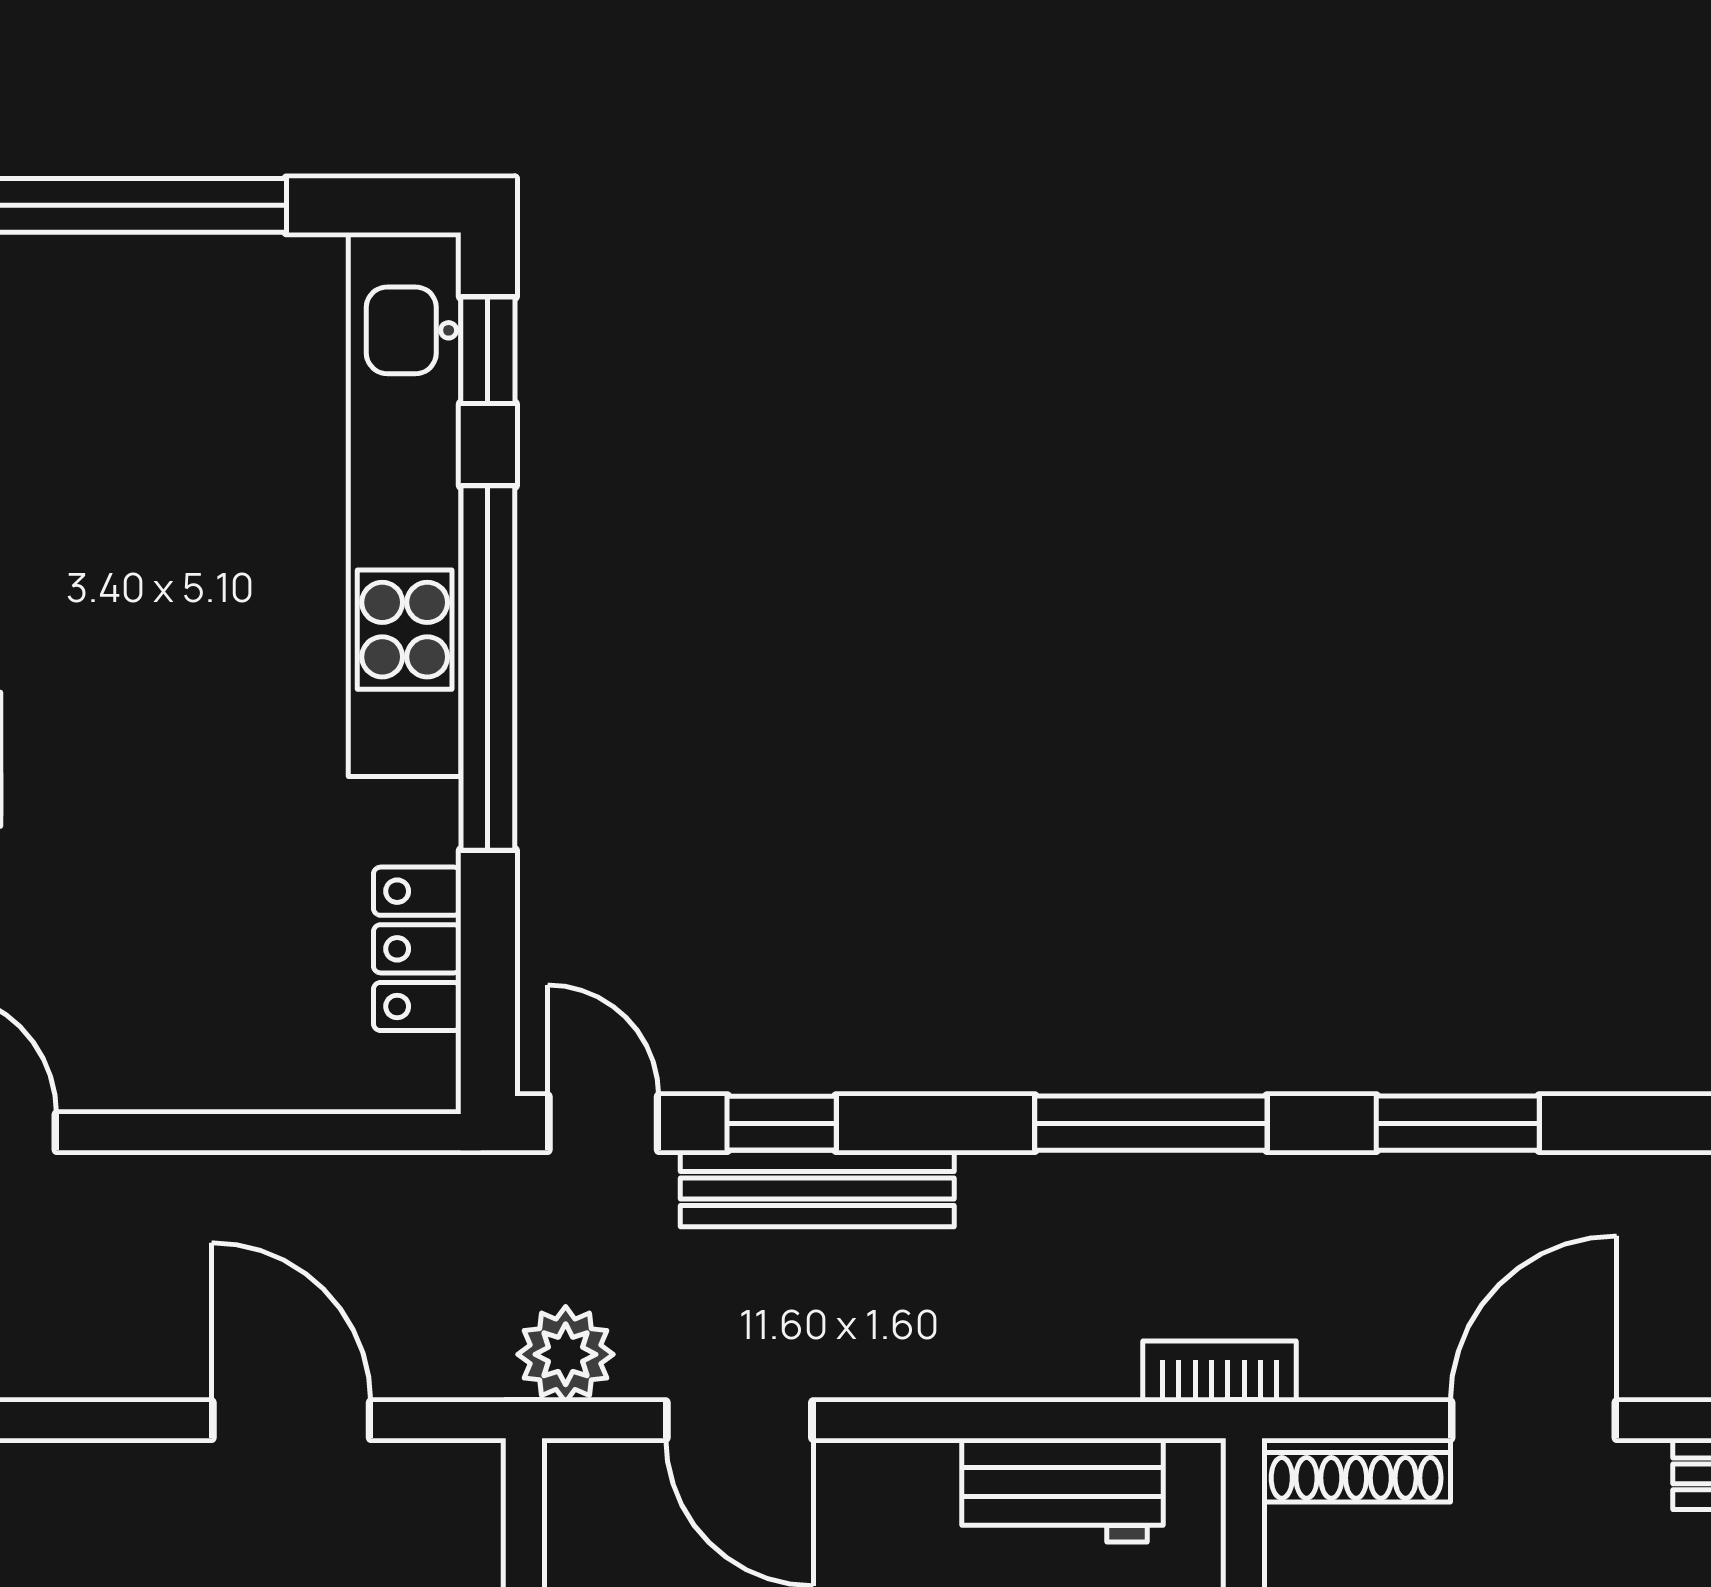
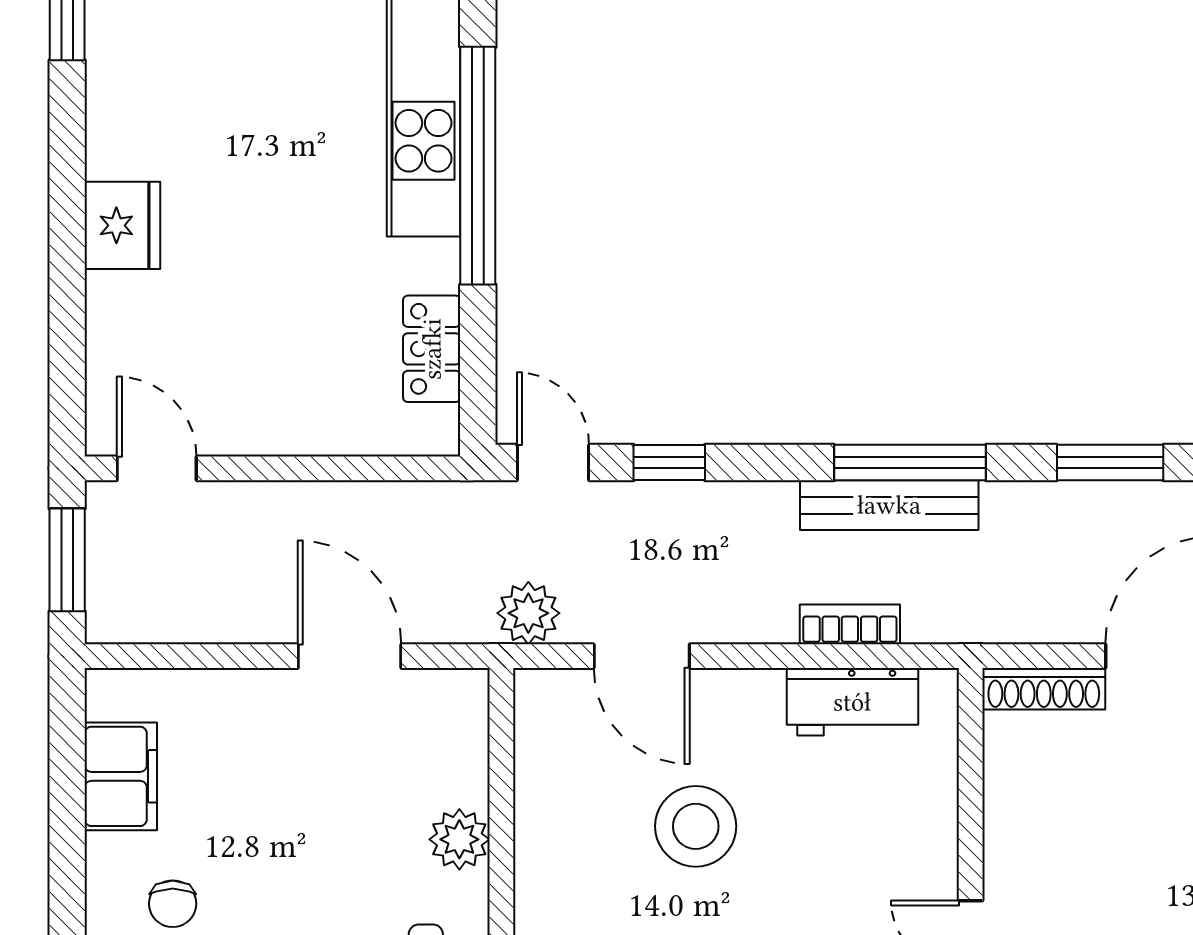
bench: (817, 1189) -> (889, 505), moved
bookcase: (1220, 1372) -> (850, 624), moved

